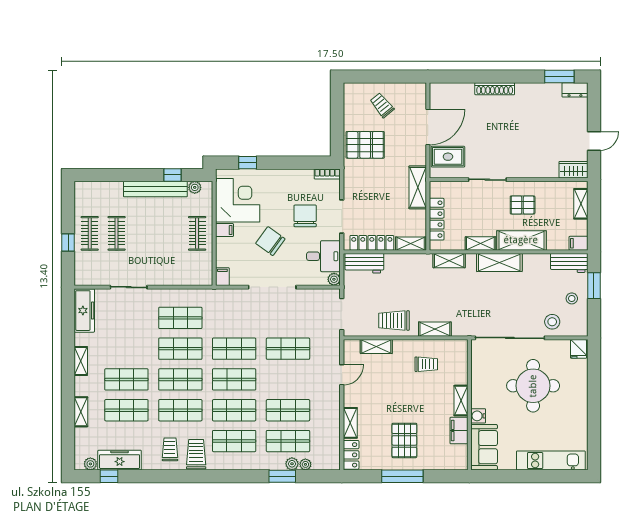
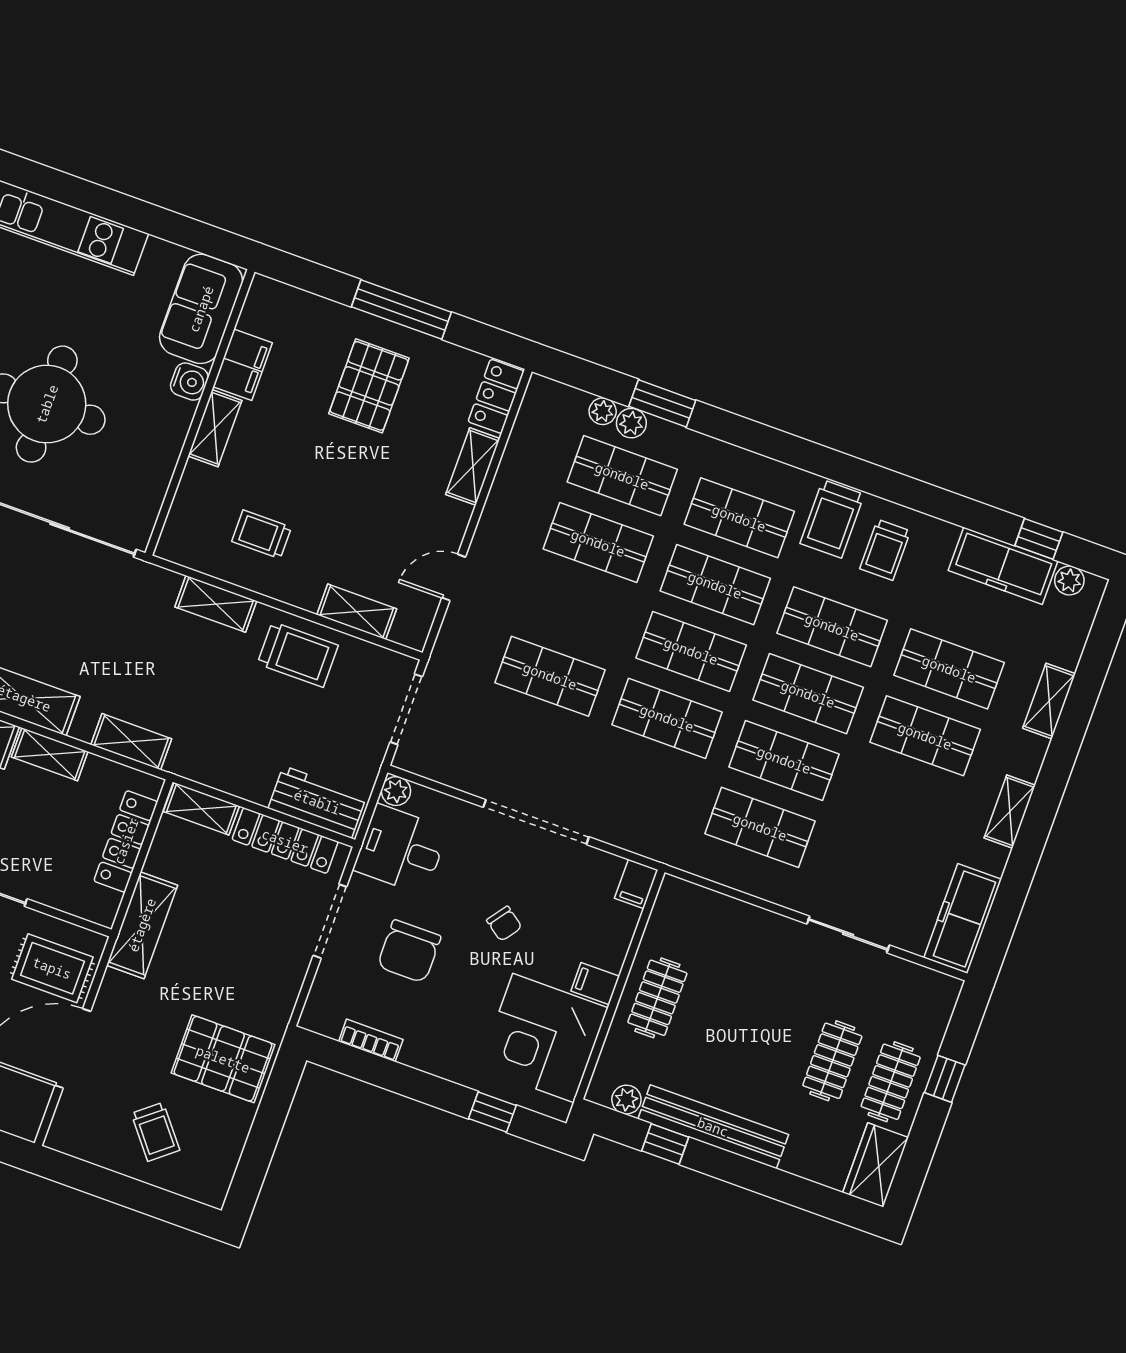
bookcase: (327, 174) -> (371, 1040), moved
wardrobe: (84, 197) -> (876, 1165), added
chair: (270, 241) -> (504, 924), width x0.54, depth x0.54

